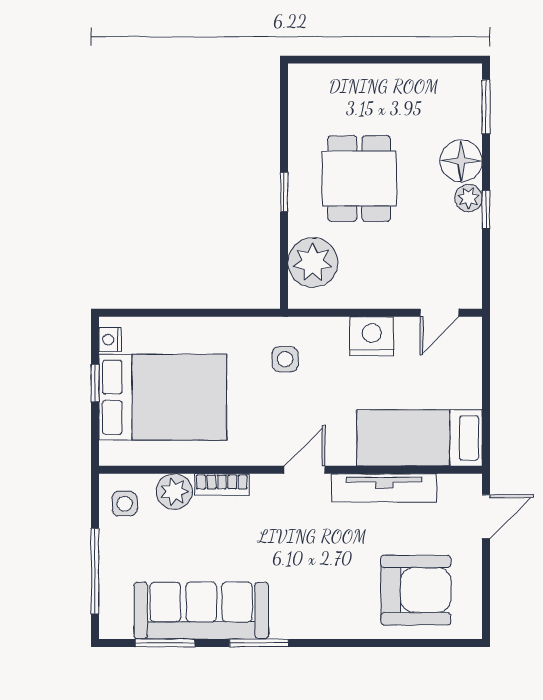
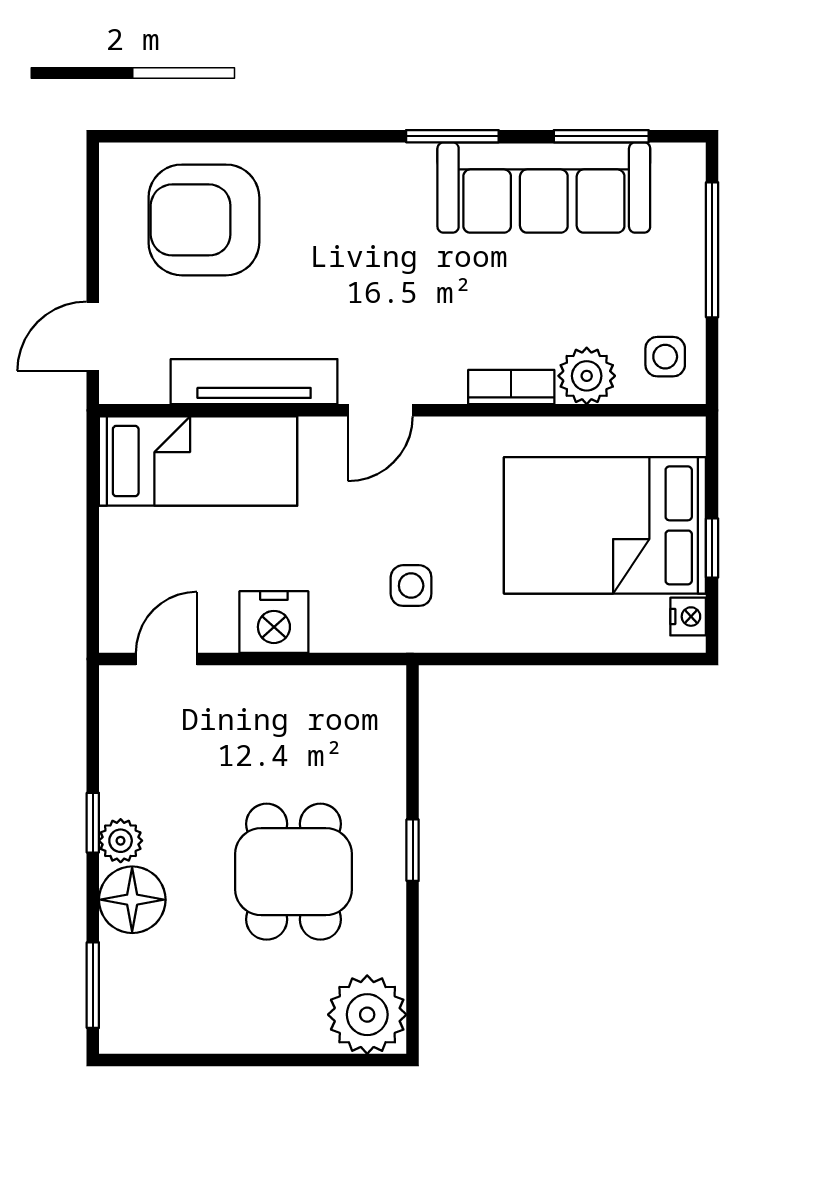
plant: (313, 263) -> (367, 1015), moved

